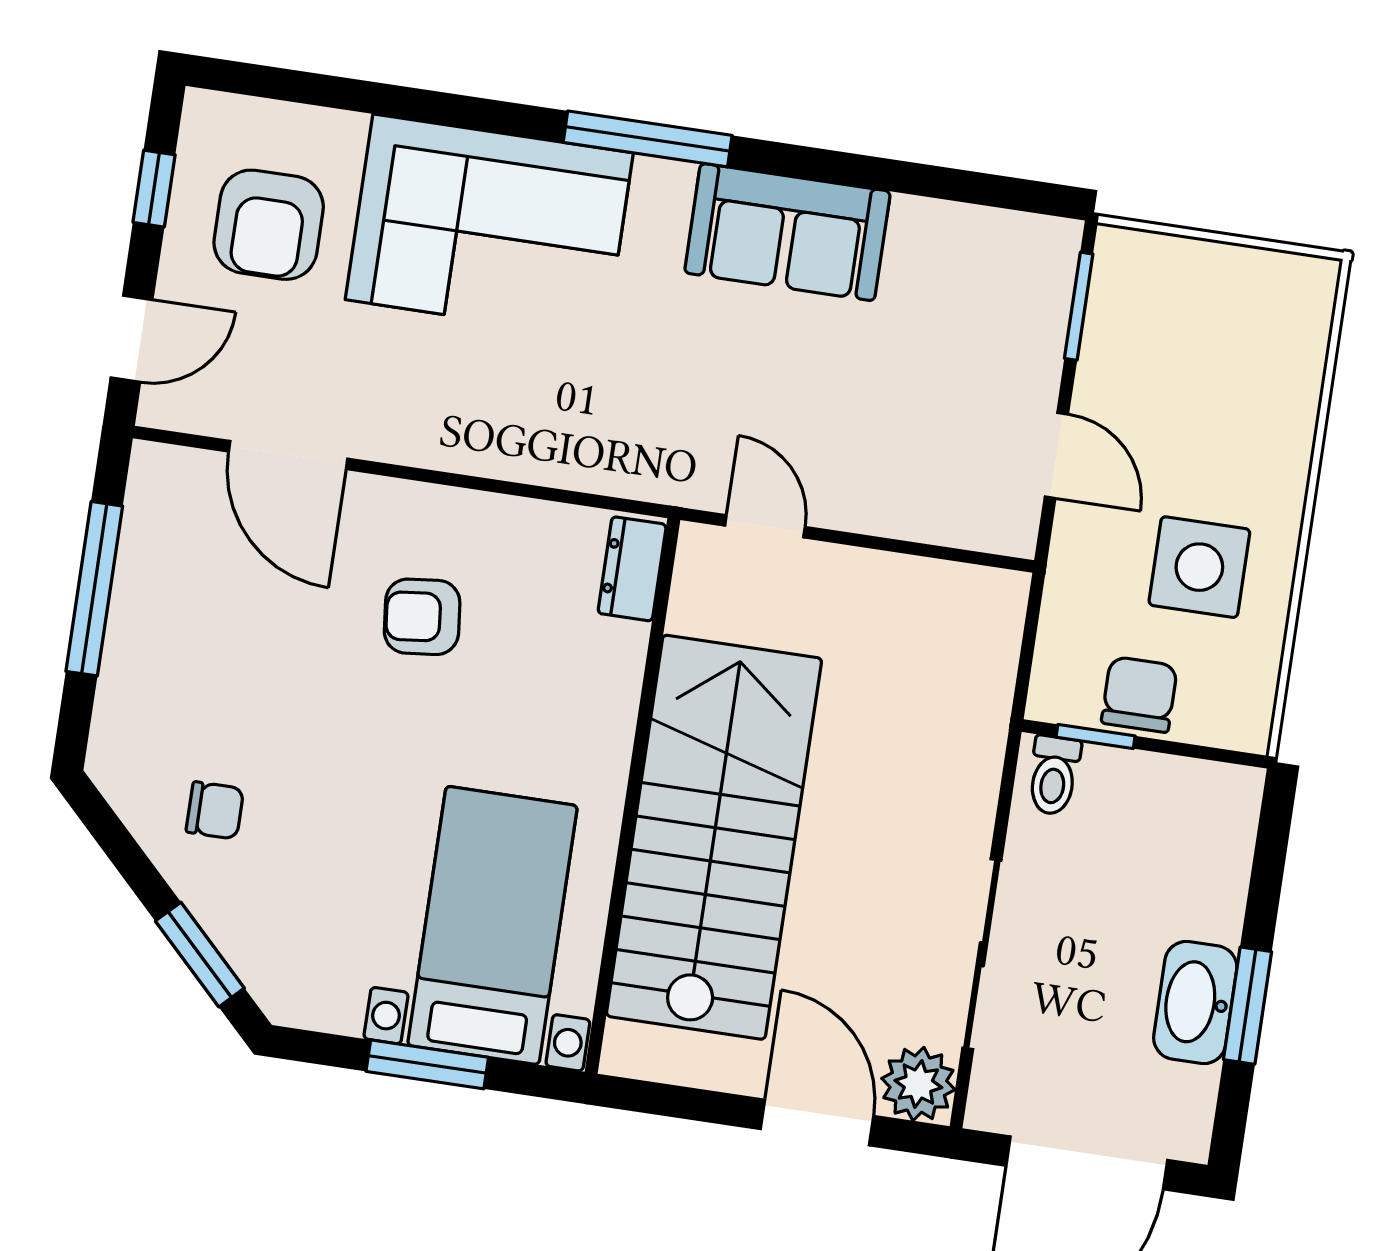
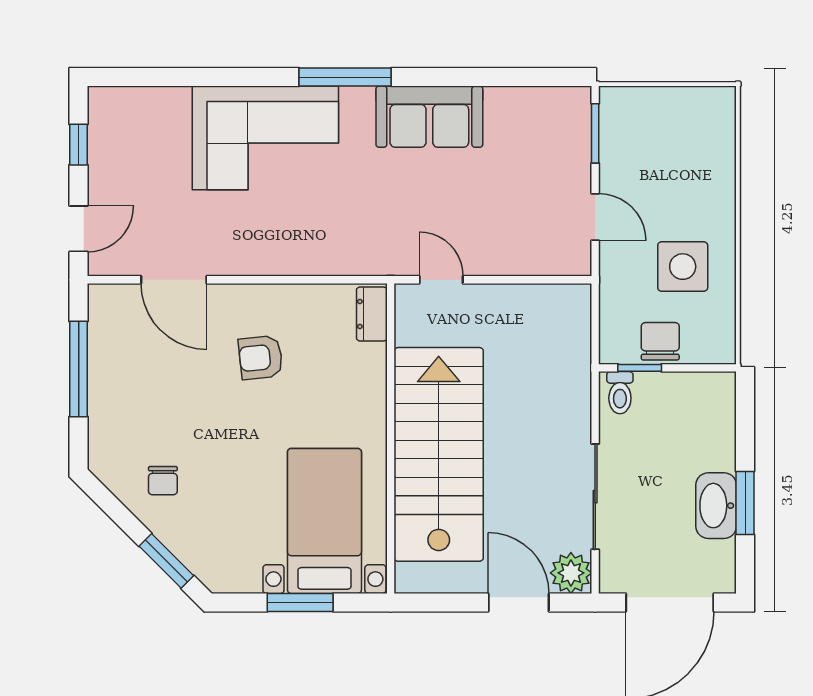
armchair: (269, 225) -> (144, 155), removed
chair: (215, 810) -> (163, 481), turned 90

